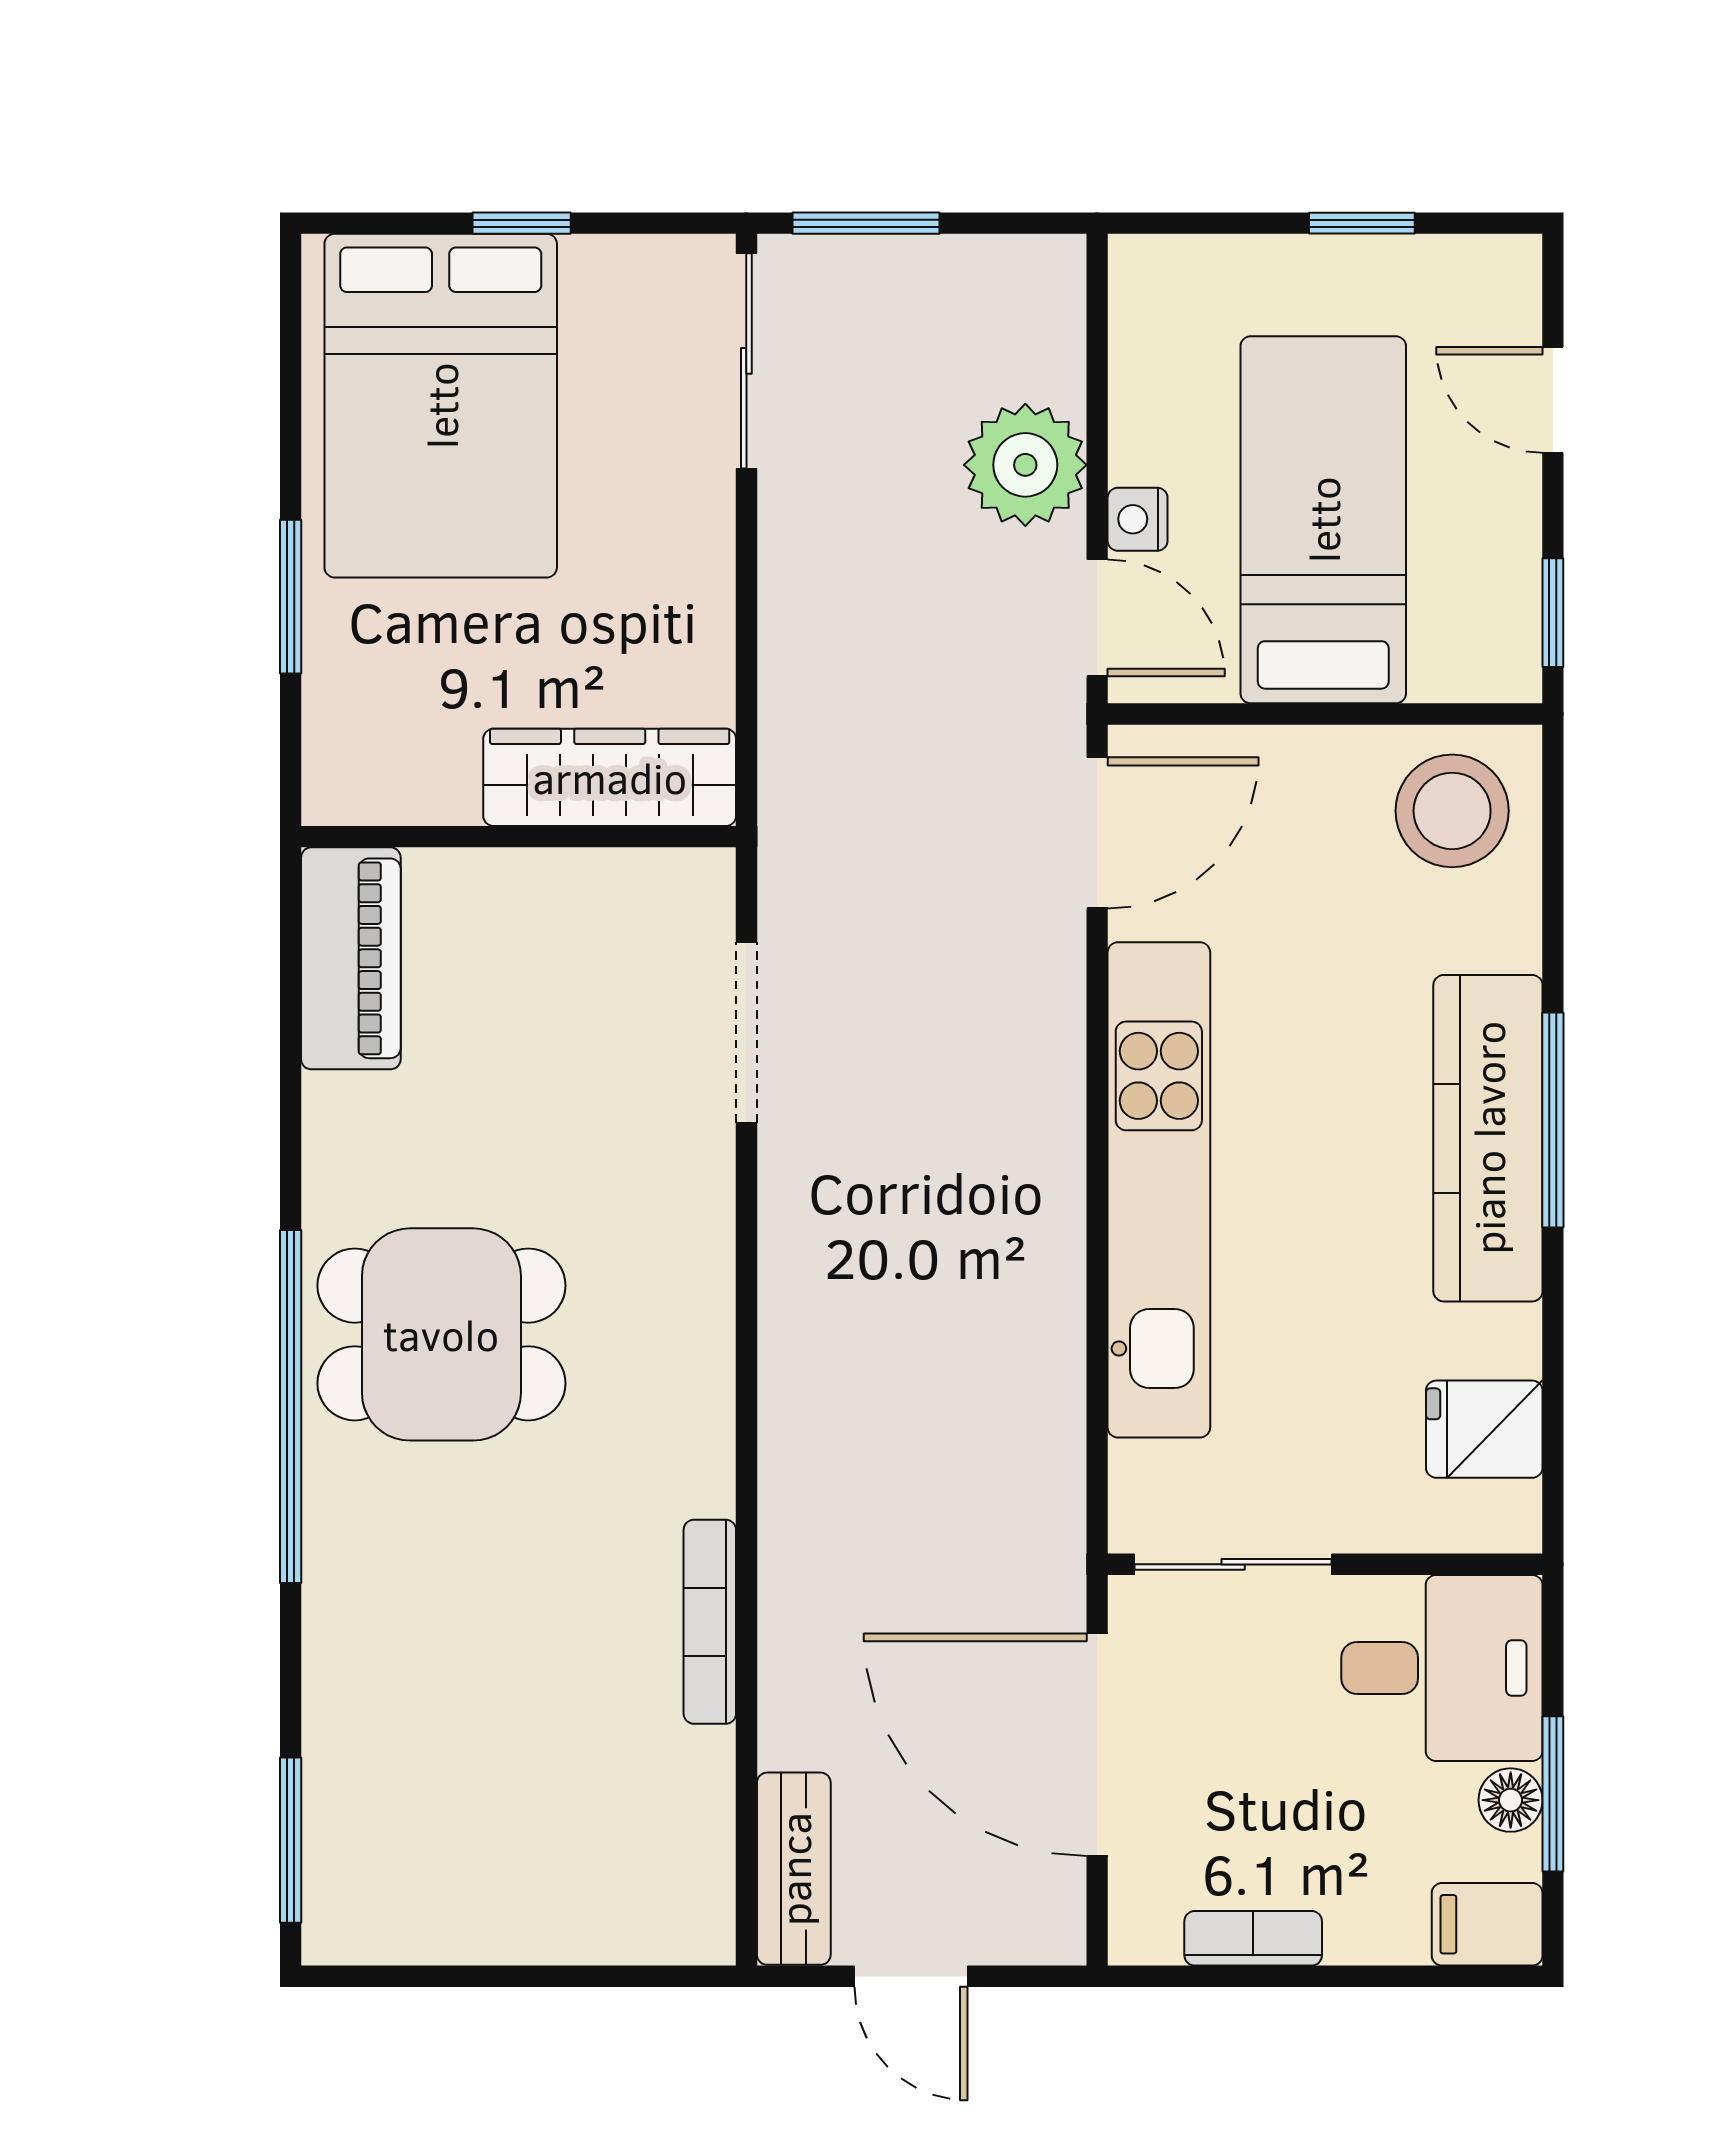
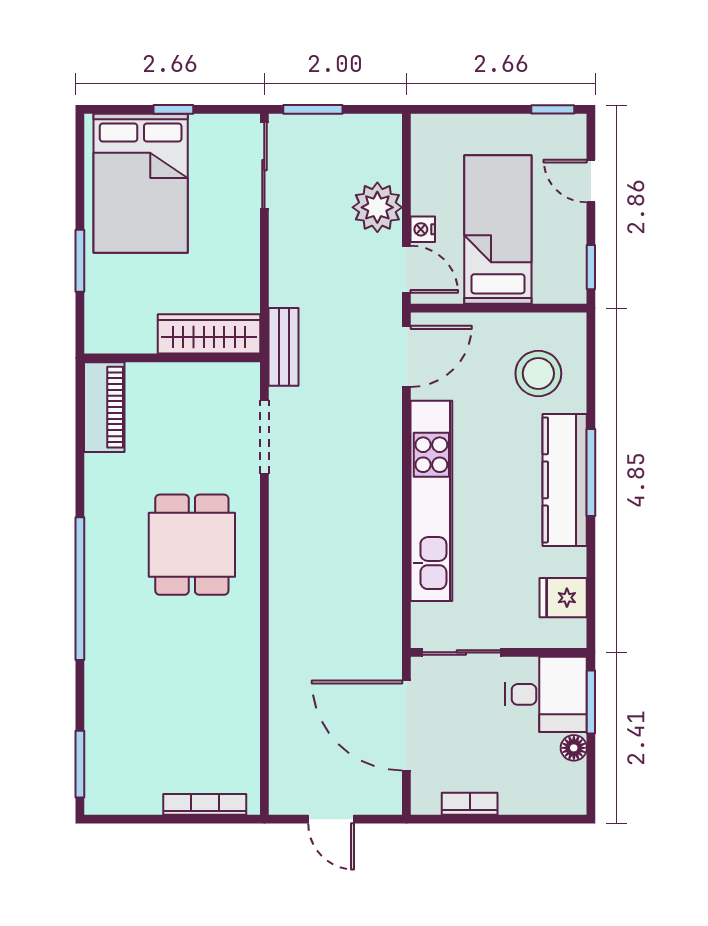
window: (1362, 223) -> (553, 109), moved
stool: (1452, 811) -> (538, 373), moved
dining table: (441, 1334) -> (192, 545), moved, turned 90
bookcase: (710, 1622) -> (205, 804), moved, turned 90
window: (1553, 1794) -> (591, 702), moved
bench: (794, 1869) -> (284, 347), moved
filing cabinet: (1487, 1924) -> (564, 798), removed

